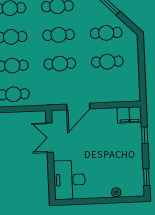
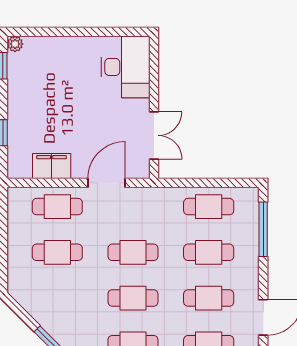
cafe table: (106, 33) -> (57, 207), moved
filing cabinet: (129, 115) -> (52, 166), moved
plant: (116, 192) -> (15, 44), moved

